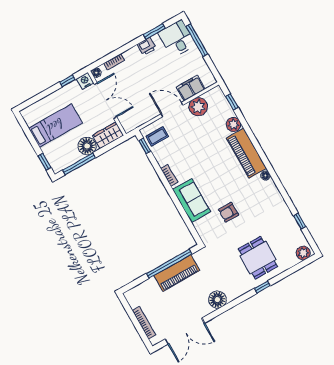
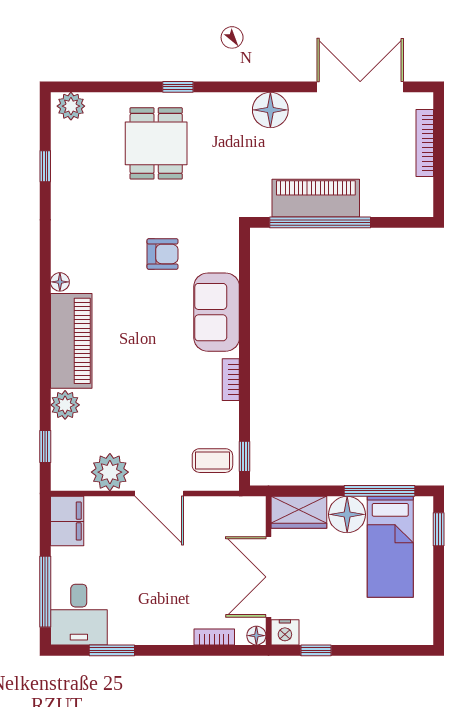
printer: (147, 46) -> (140, 631), removed
filing cabinet: (191, 88) -> (67, 521), moved, turned -90
bed: (55, 126) -> (390, 547), moved, turned -90

